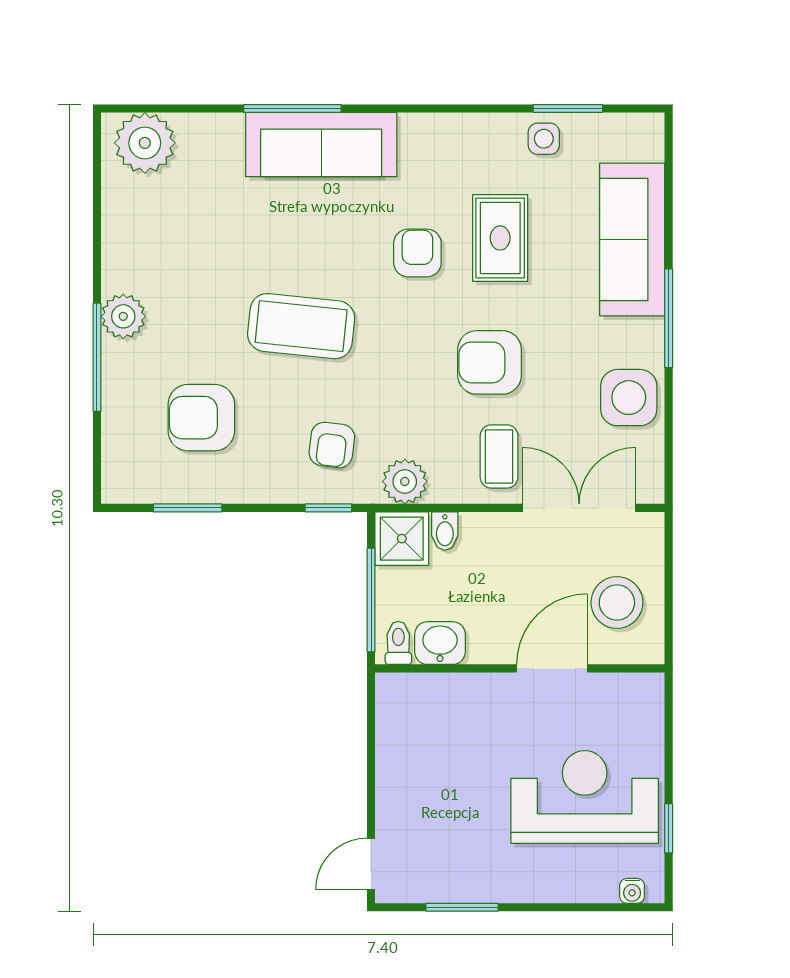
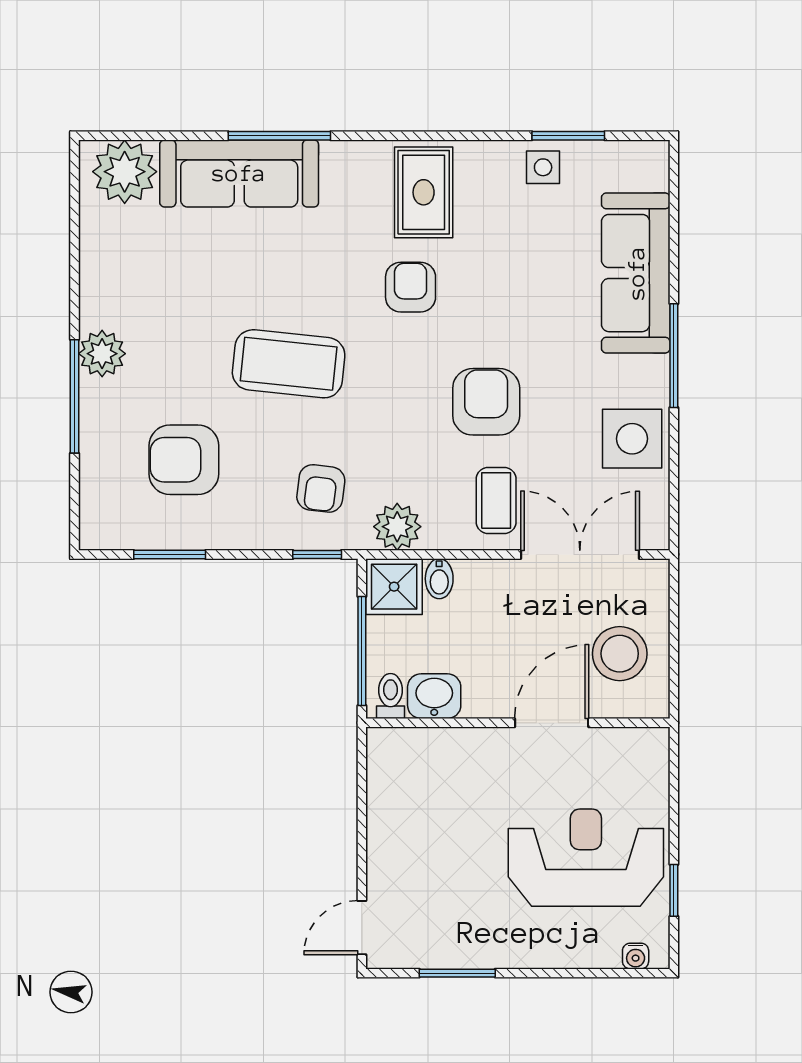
sofa: (321, 145) -> (239, 173), moved
rug: (500, 238) -> (424, 192), moved
armchair: (490, 362) -> (486, 402), turned 90

